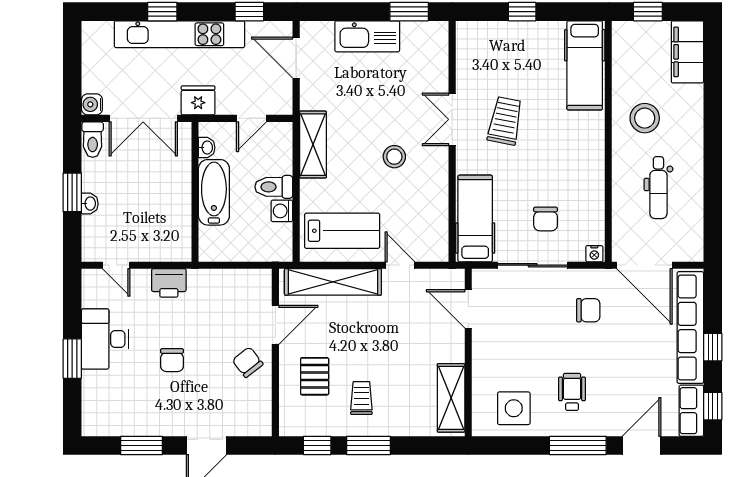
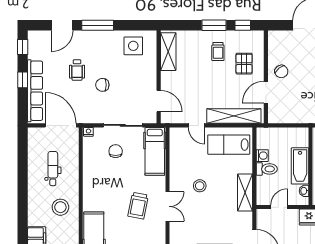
chair: (588, 310) -> (102, 85), moved
wheelchair: (572, 392) -> (77, 70), moved
row of seats: (691, 411) -> (35, 44), removed

